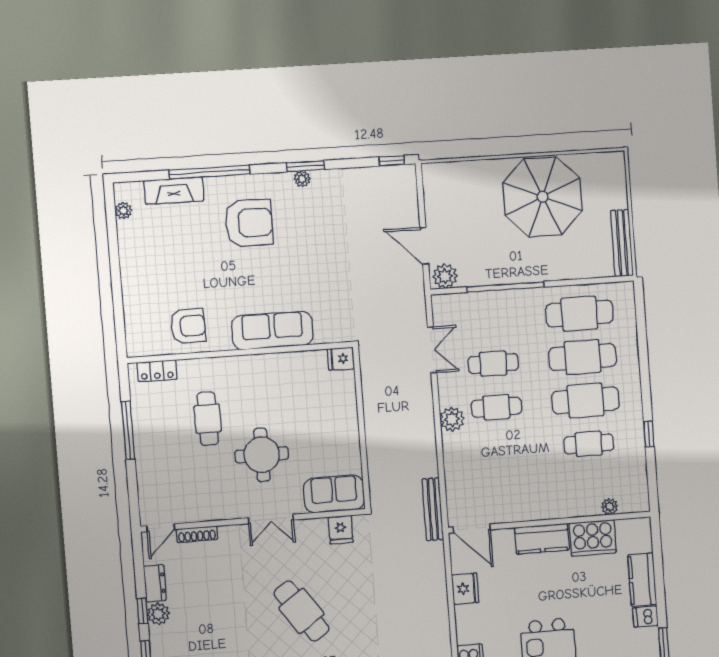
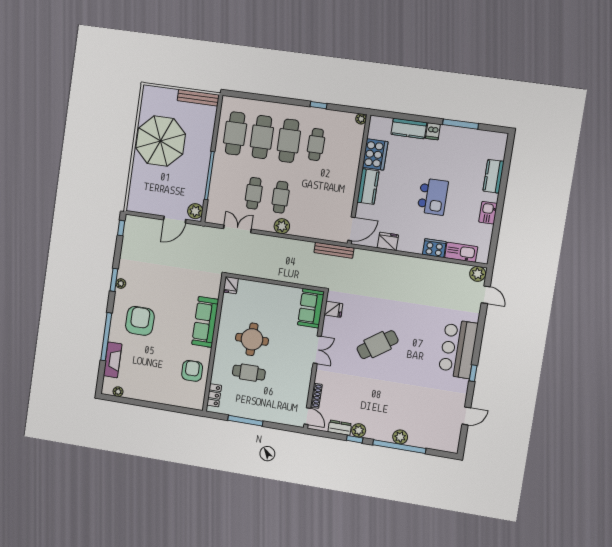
round table: (262, 455) -> (252, 339), moved
plant: (610, 507) -> (361, 119), moved

